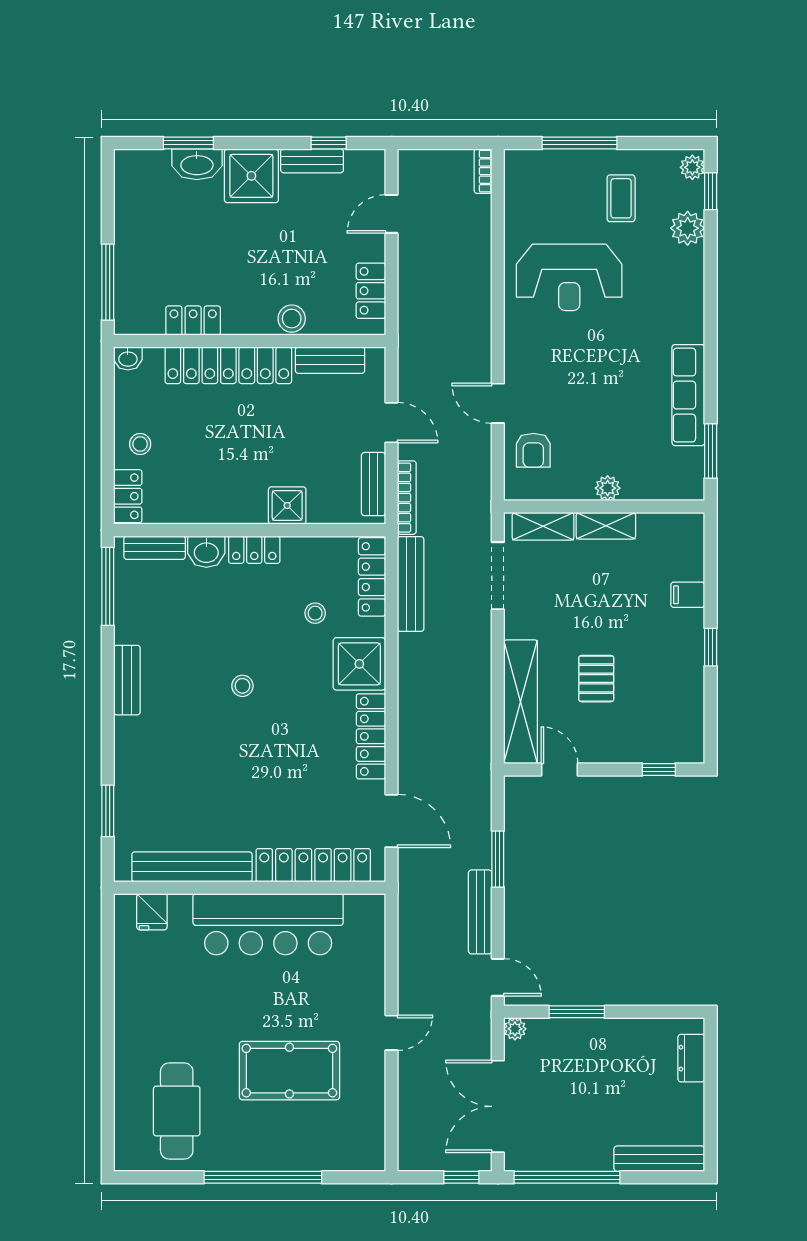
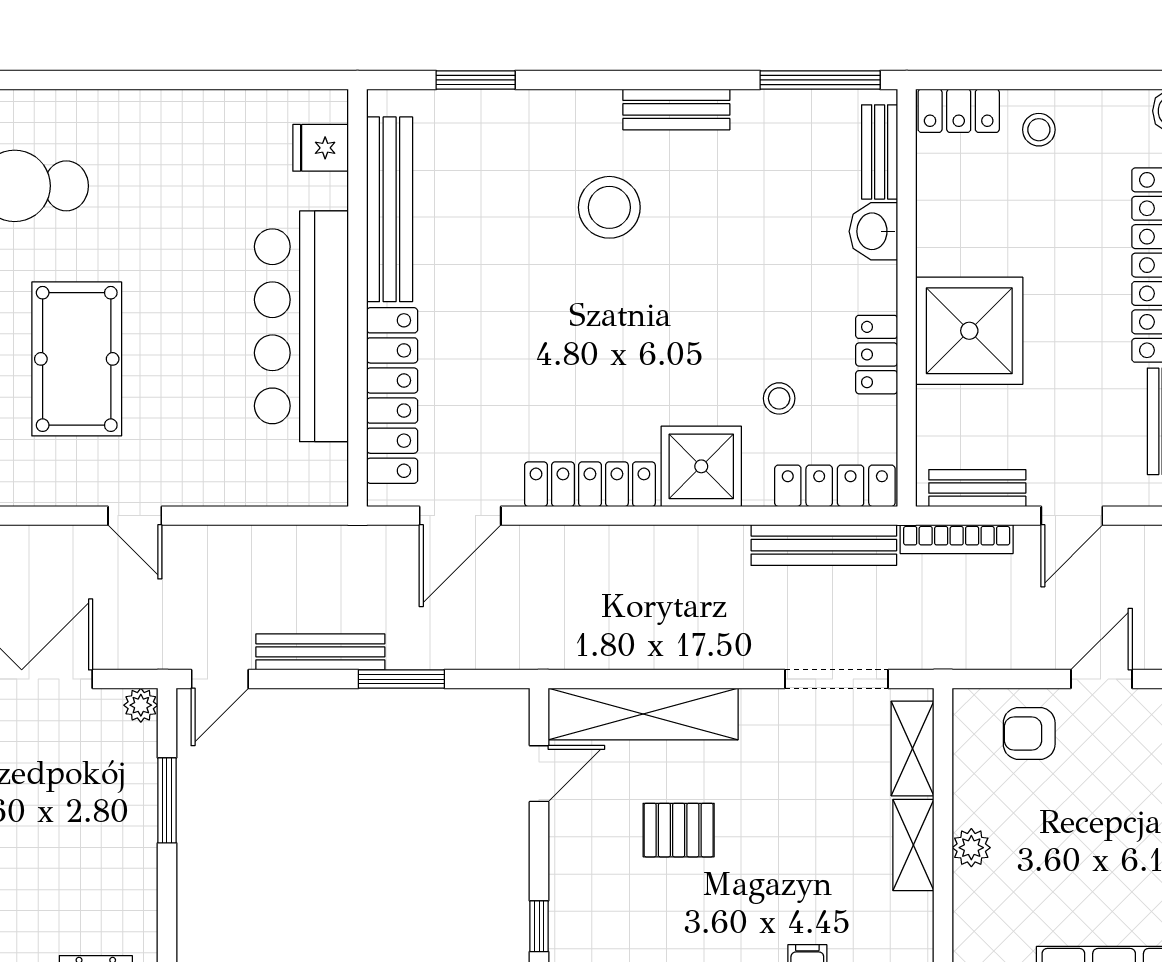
shower: (287, 505) -> (969, 331), width x1.86, depth x1.86
locker: (254, 550) -> (877, 355), moved
stool: (242, 686) -> (609, 207), moved, width x1.89, depth x1.89

